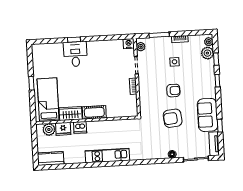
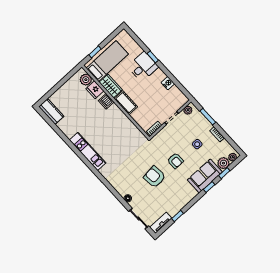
nightstand: (129, 44) -> (168, 83), moved
bed: (48, 100) -> (107, 61), moved
cot: (94, 112) -> (126, 103), moved
wardrobe: (71, 114) -> (111, 86), moved
sofa: (208, 115) -> (205, 176), moved
wall: (87, 120) -> (116, 102), moved
dishwasher: (80, 127) -> (106, 101), moved
plant: (49, 129) -> (86, 80), moved
fridge: (63, 129) -> (95, 90), moved

